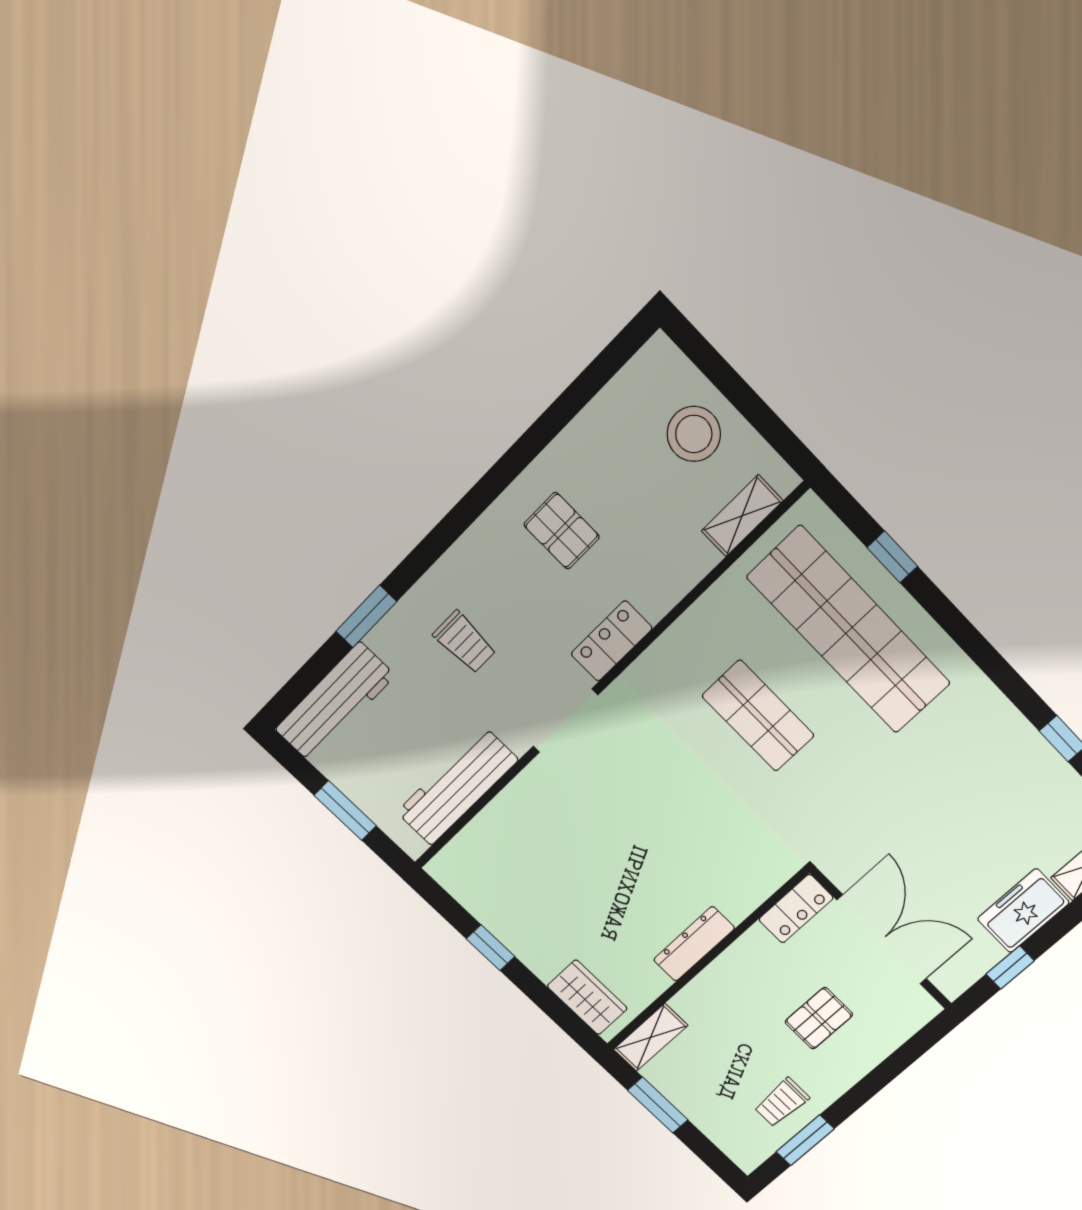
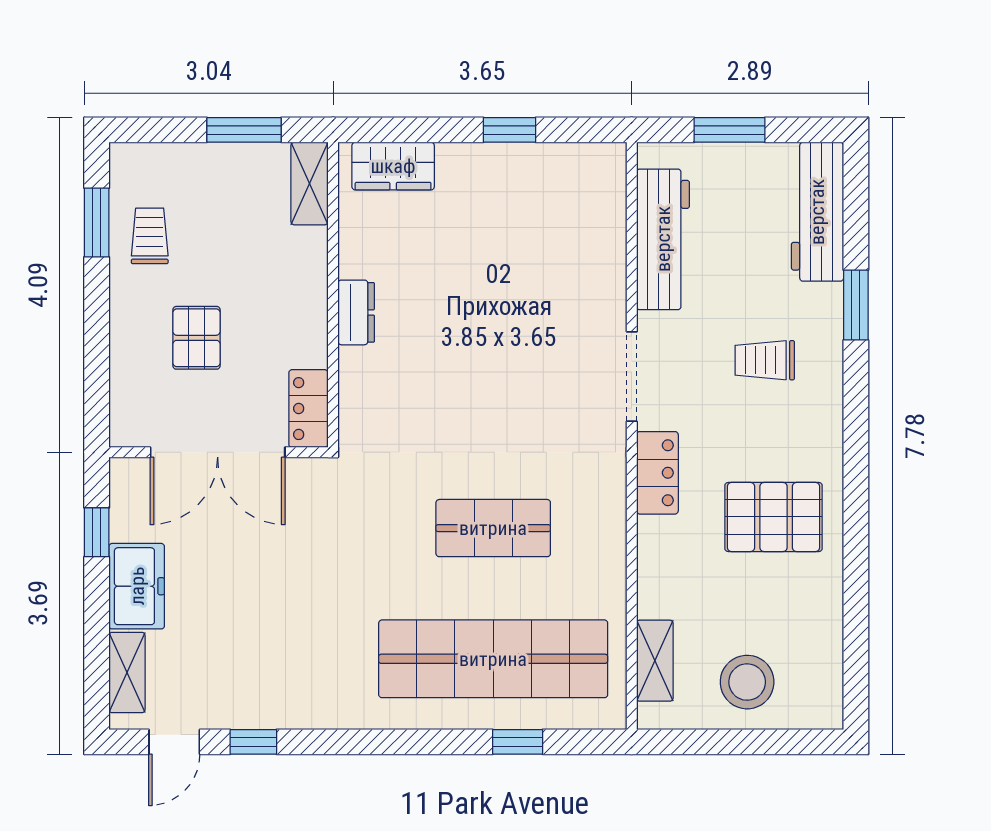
pallet: (562, 531) -> (774, 517), width x1.50, depth x1.42
dresser: (694, 944) -> (356, 312), width x0.70

